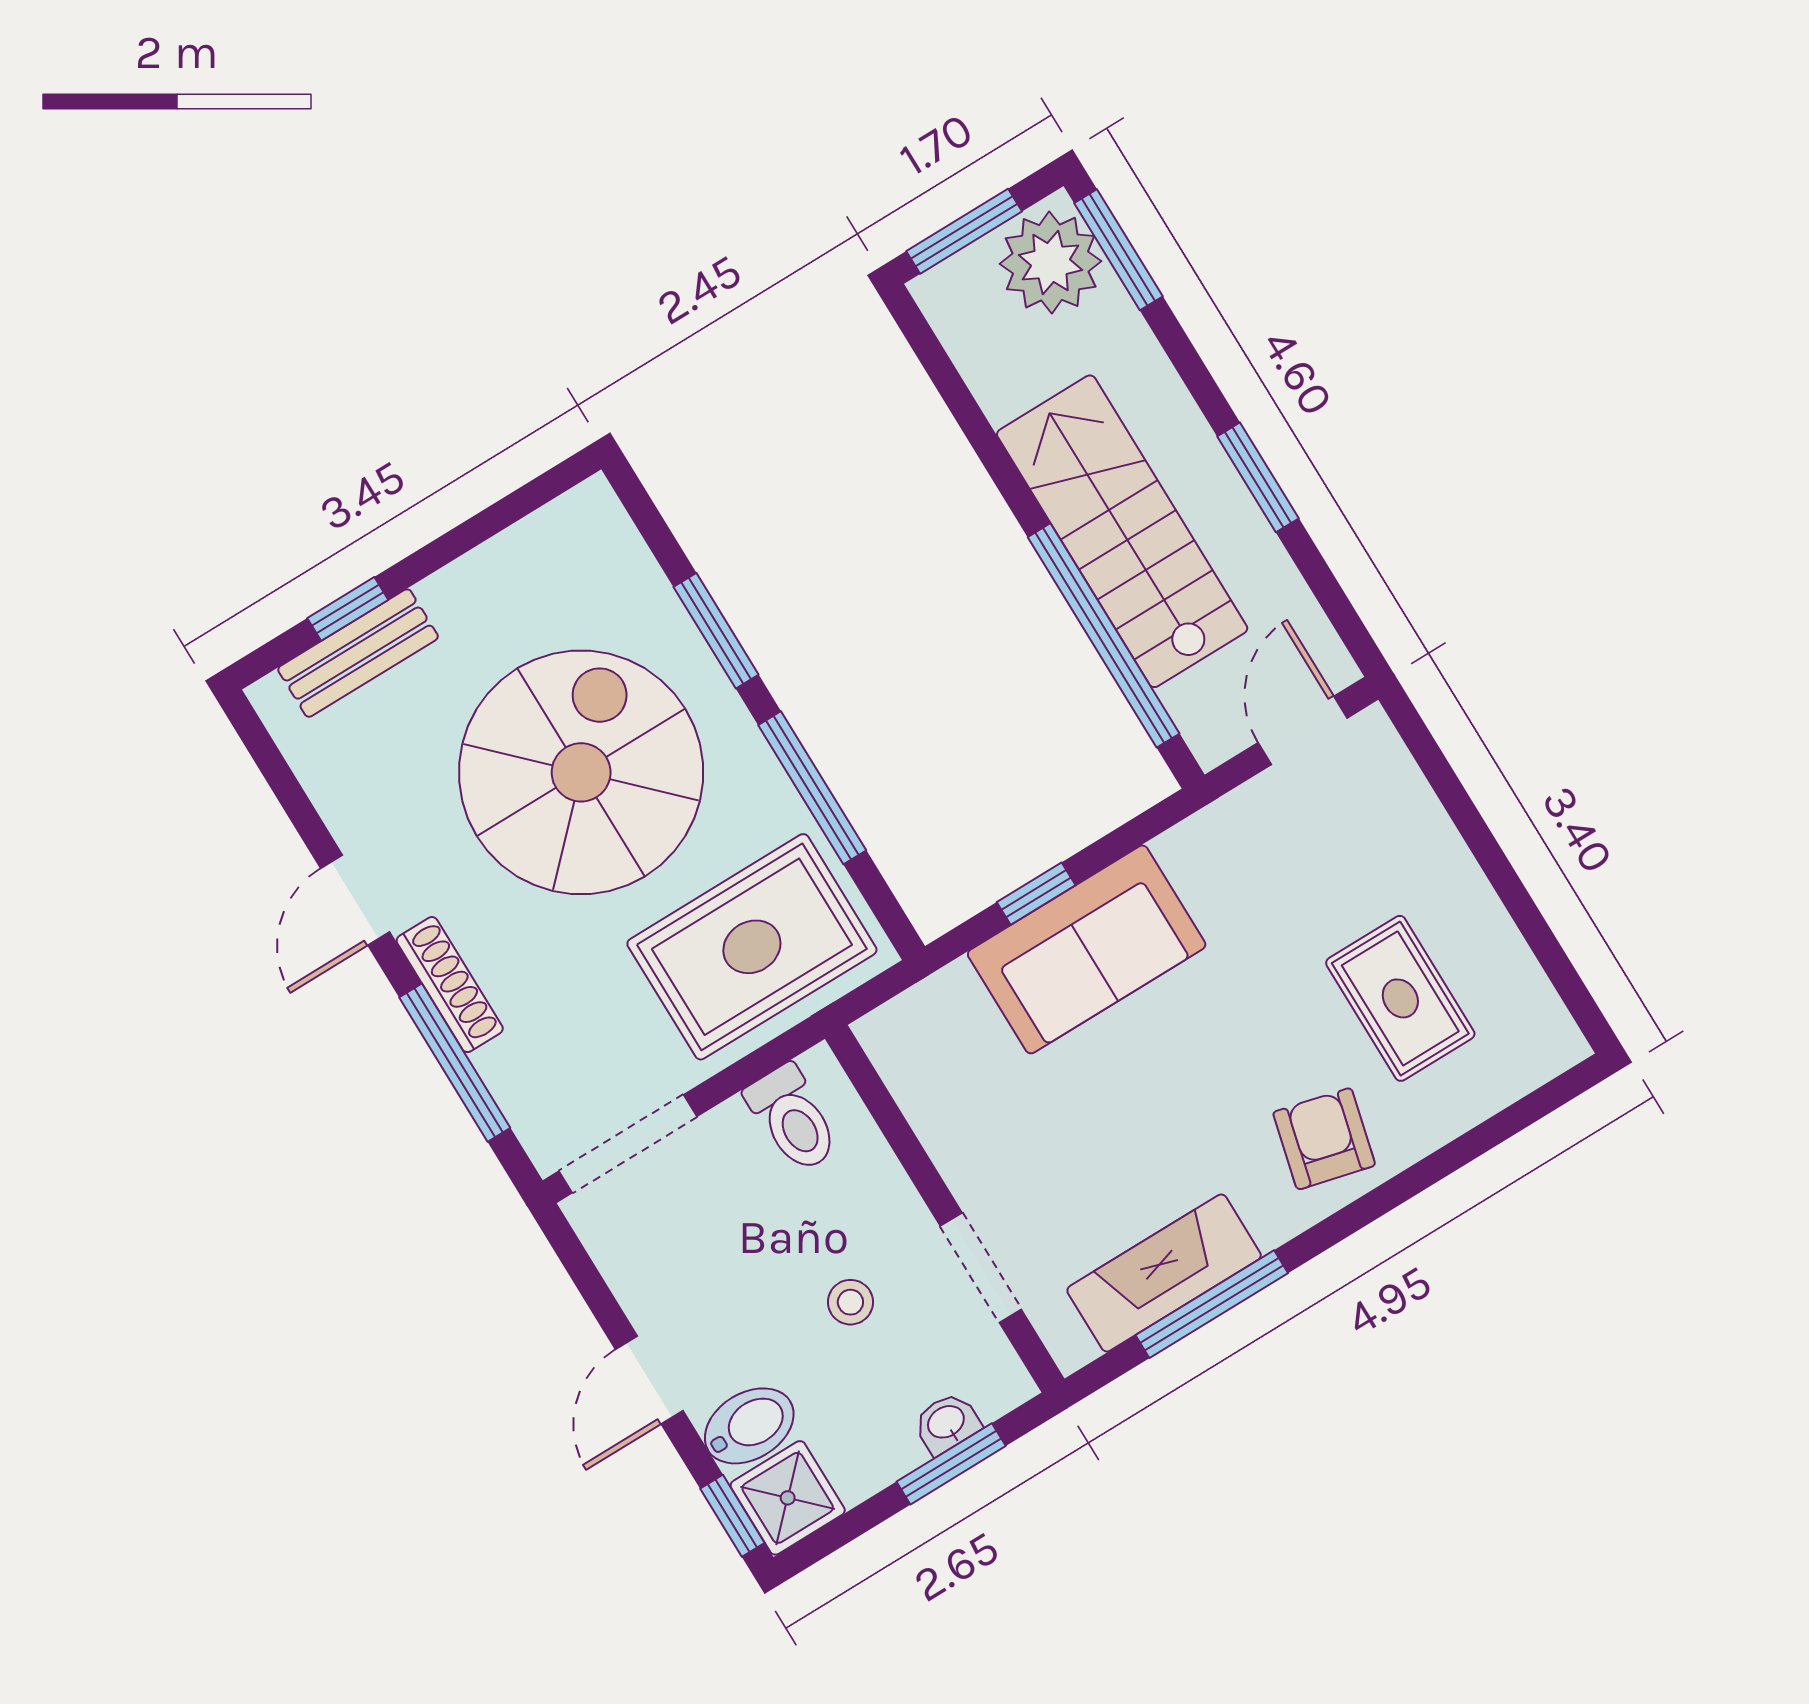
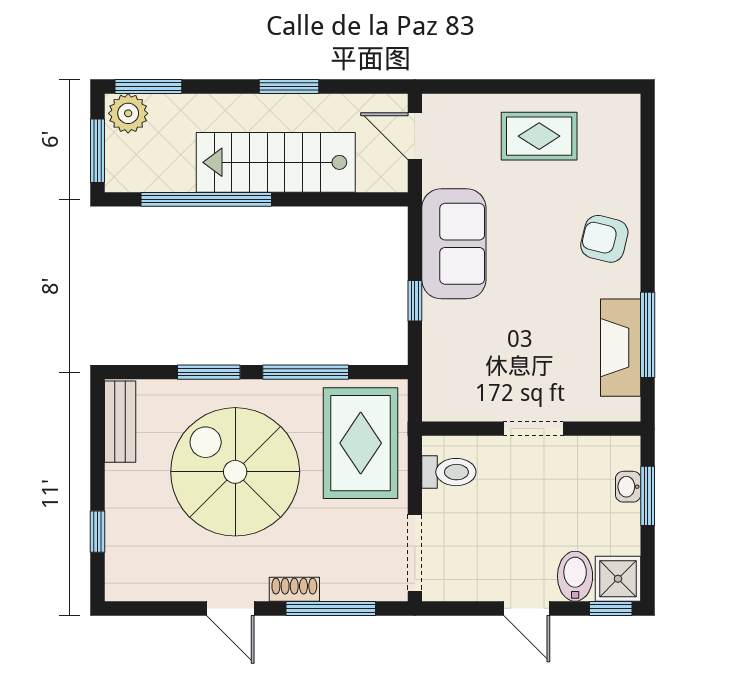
plant: (1051, 263) -> (128, 113), width x0.73, depth x0.73
window: (1104, 635) -> (206, 199), moved
bench: (358, 653) -> (120, 422), moved
sofa: (1087, 949) -> (454, 244), moved
shoe rack: (450, 985) -> (294, 589), width x0.70
rug: (1400, 998) -> (539, 136), moved
doorway: (981, 1268) -> (533, 429), moved
stool: (850, 1302) -> (547, 497), removed

